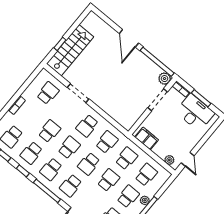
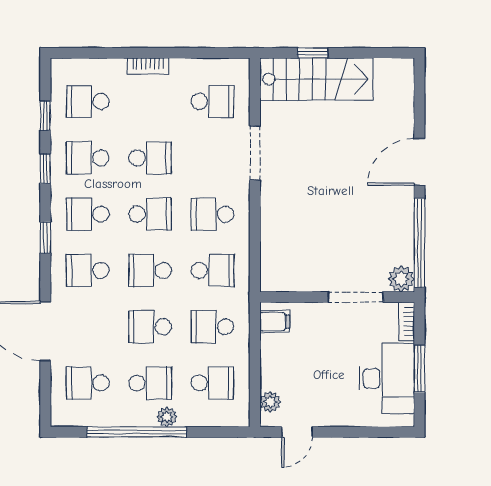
filing cabinet: (147, 138) -> (275, 322), width x0.50
school desk: (126, 158) -> (212, 327), turned 180
school desk: (108, 180) -> (150, 327), turned 180
window: (47, 191) -> (45, 238), width x0.46

